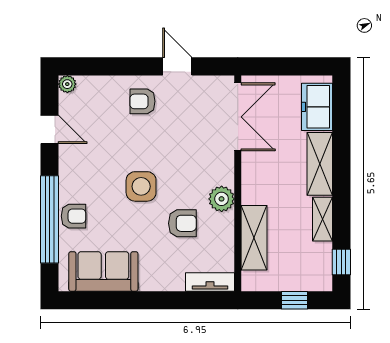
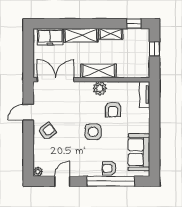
armchair: (142, 101) -> (47, 131), turned -127
armchair: (74, 216) -> (109, 168), turned -90
armchair: (182, 223) -> (113, 110), turned 180
shelving: (254, 238) -> (99, 71), moved

